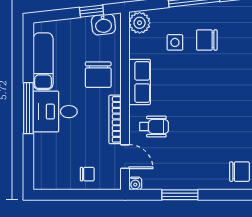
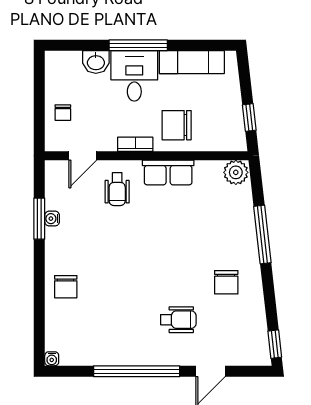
washbasin: (103, 24) -> (96, 62), moved, turned -84
chair: (207, 40) -> (226, 282), moved, turned 180
side table: (175, 42) -> (213, 213), removed
bookcase: (115, 119) -> (135, 144), width x0.64
water cooler: (135, 183) -> (52, 219), moved

